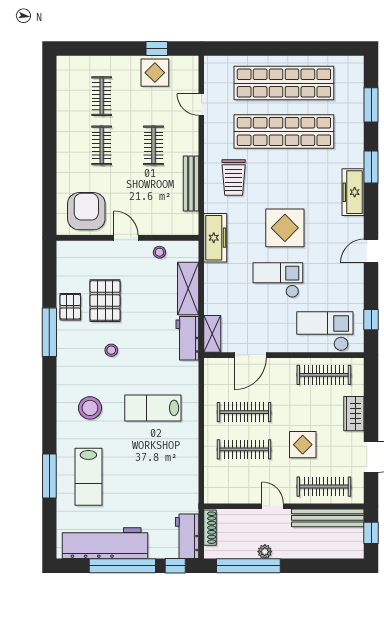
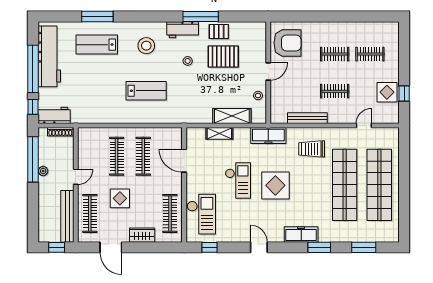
shelving: (212, 334) -> (219, 133), moved
workbench: (187, 338) -> (183, 30), moved, turned 180
lab bench: (153, 408) -> (146, 91), turned 90

